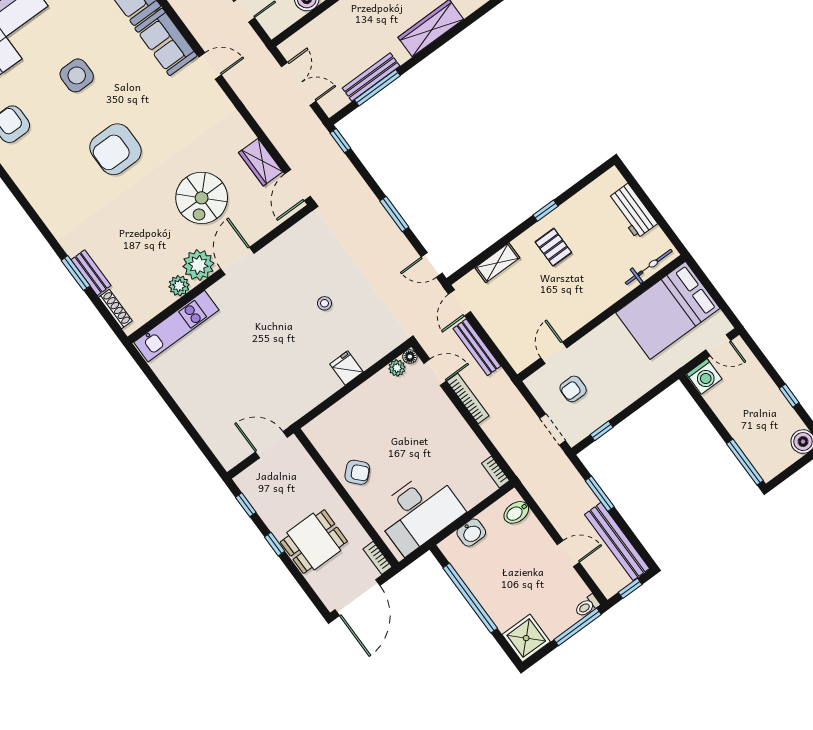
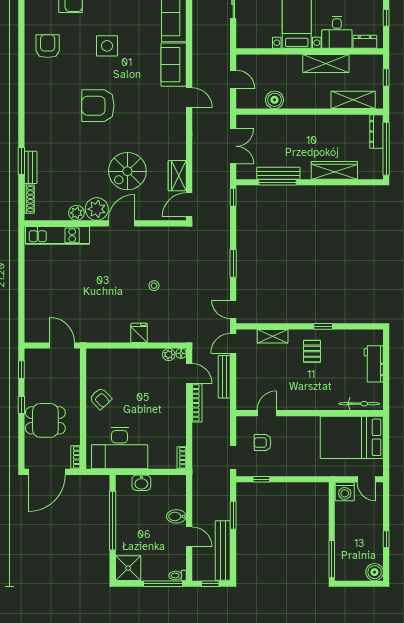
bidet: (516, 512) -> (176, 516), moved

